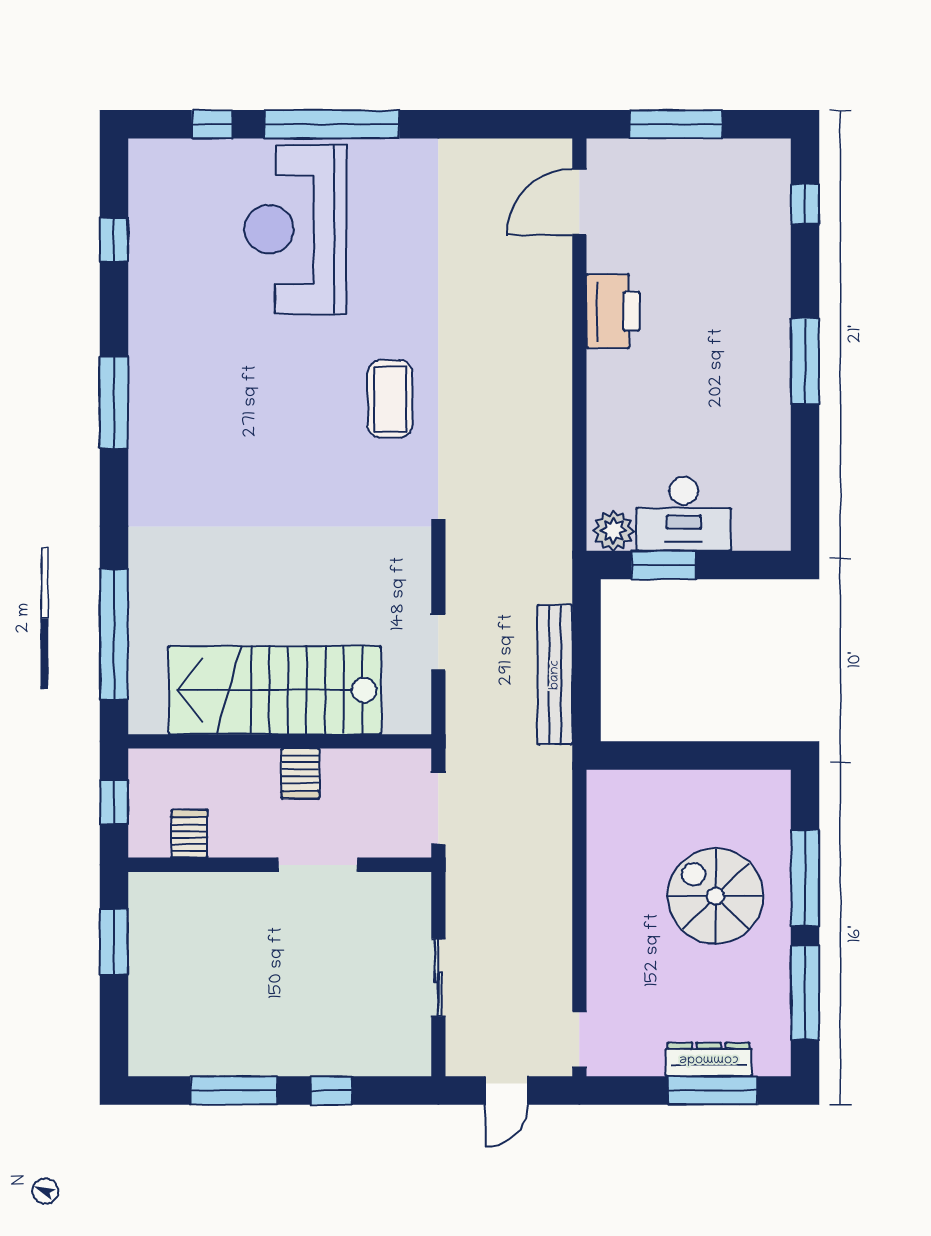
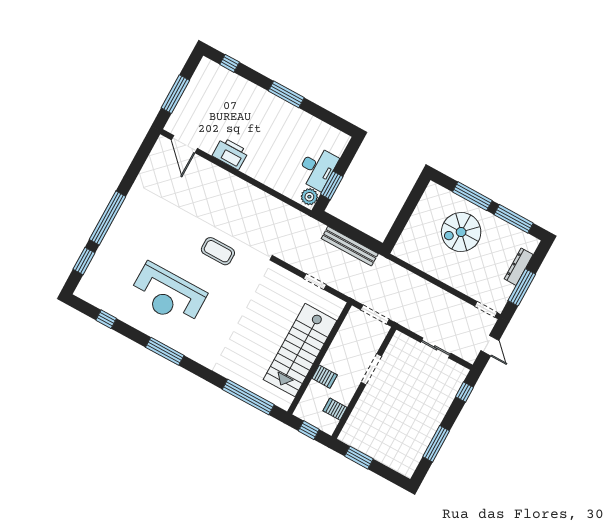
window: (212, 124) -> (84, 261), width x1.50
reception desk: (296, 229) -> (168, 295), moved
server rack: (300, 774) -> (325, 377), moved
window: (331, 1090) -> (464, 392), moved
window: (713, 1090) -> (522, 287), moved

